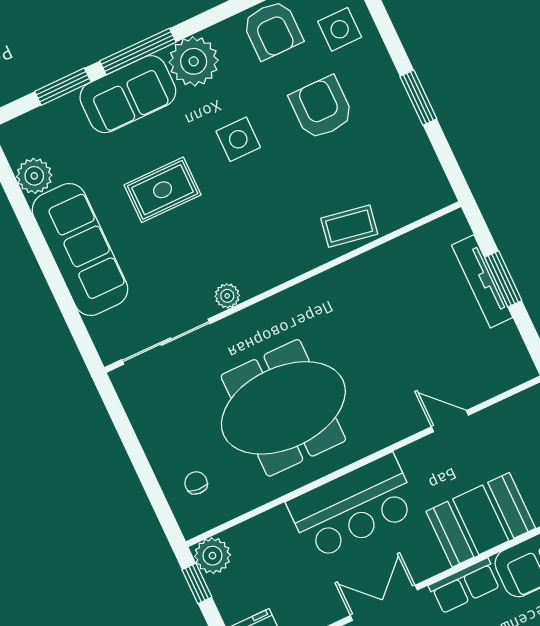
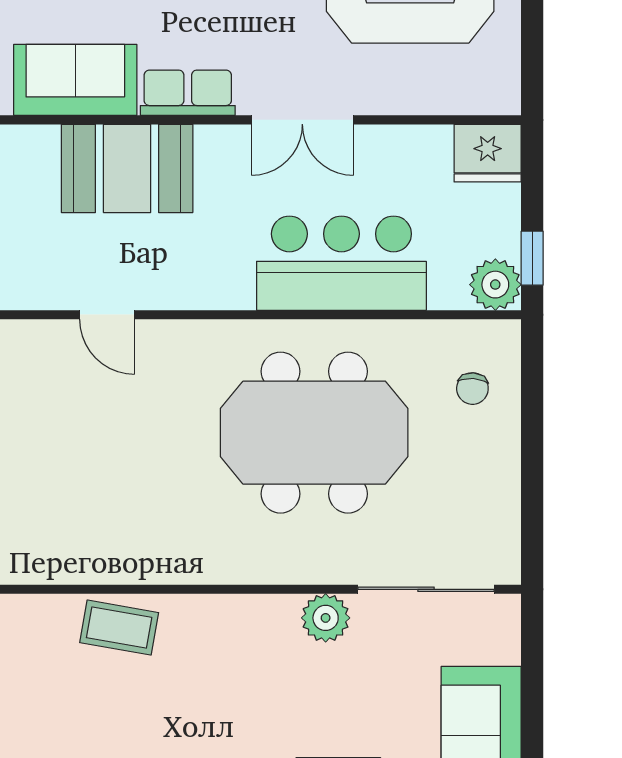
plant: (227, 296) -> (326, 618), width x1.38, depth x1.38
bar counter: (353, 506) -> (341, 263), moved

